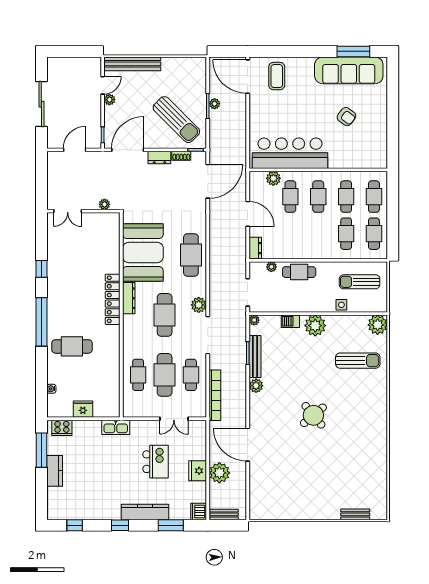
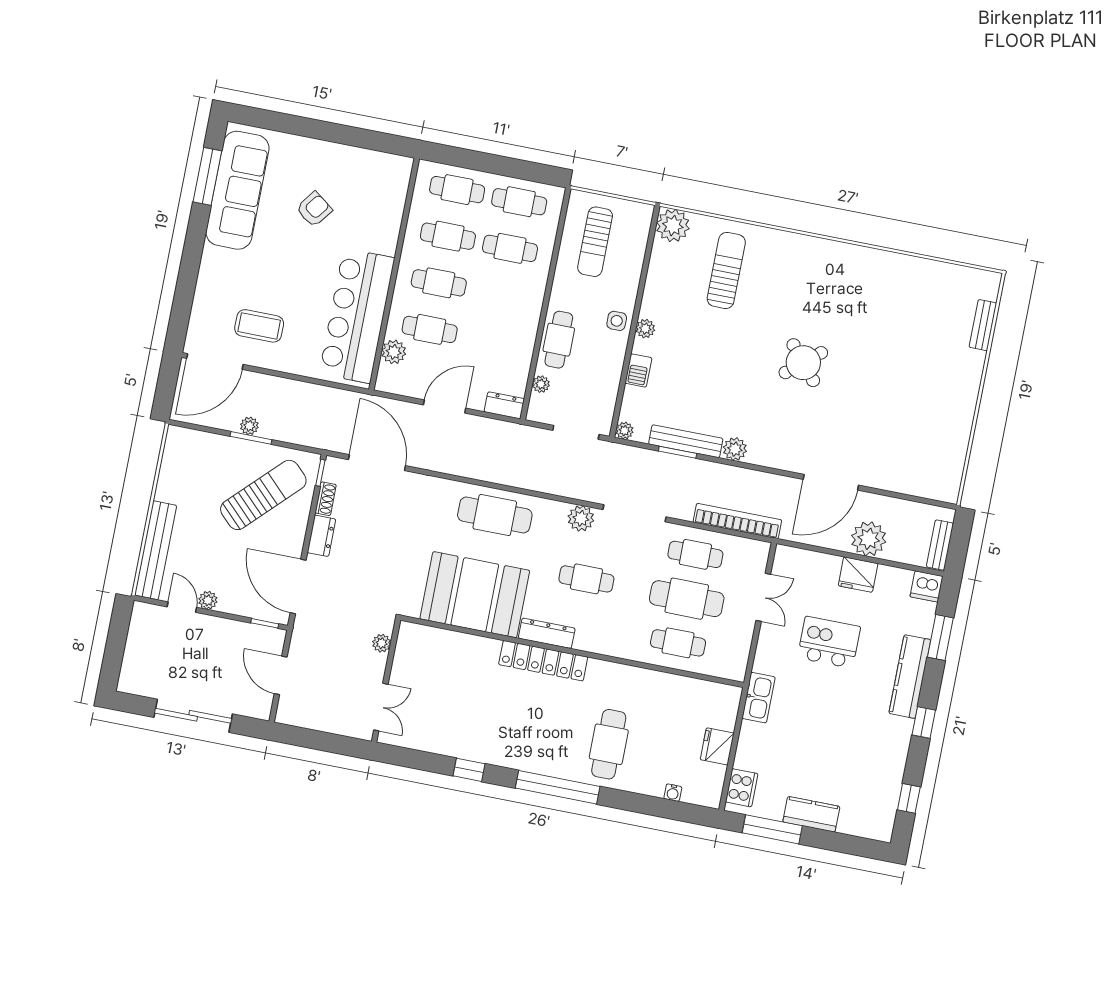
coffee table: (277, 76) -> (259, 326), moved
side table: (341, 305) -> (617, 321), moved
cafe table: (165, 315) -> (586, 579), width x0.73, depth x0.74
plant: (315, 326) -> (645, 329), width x0.53, depth x0.53

